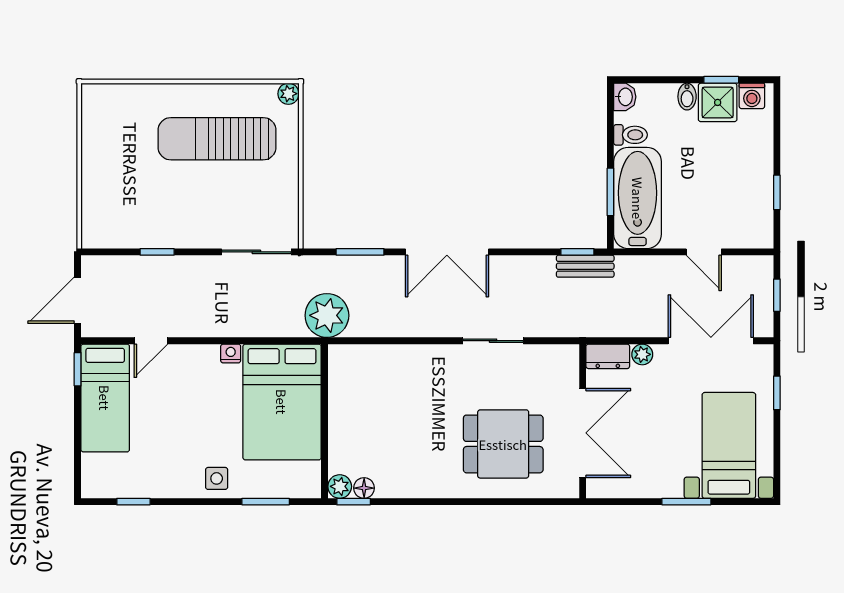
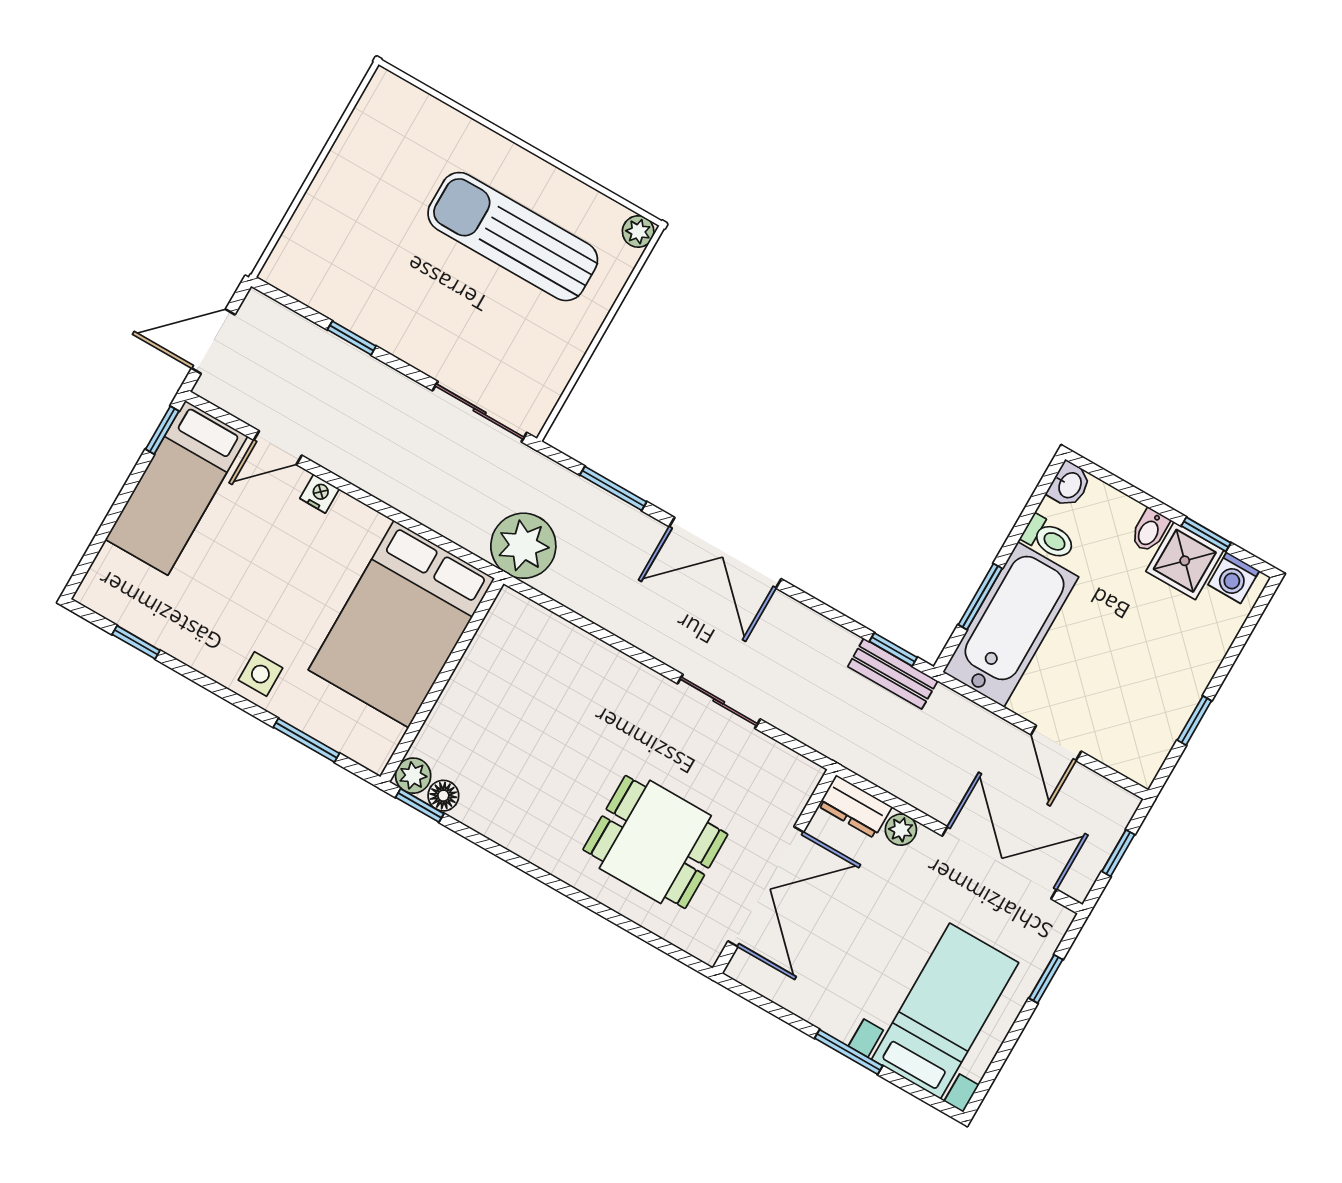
nightstand: (231, 353) -> (320, 494), moved

